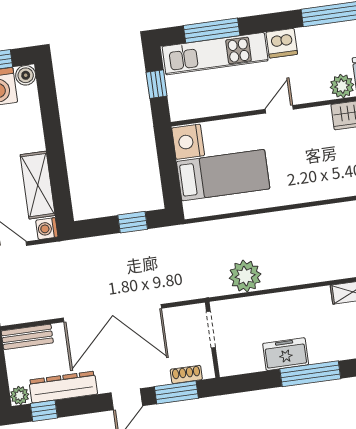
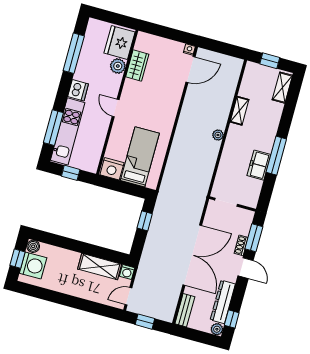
plant: (245, 276) -> (218, 135), moved, width x0.53, depth x0.53
shoe rack: (186, 374) -> (241, 245), moved

